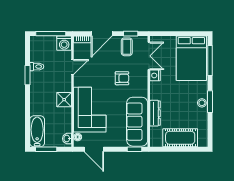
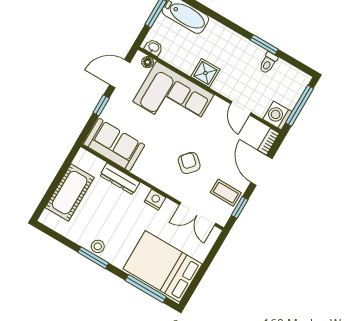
nightstand: (155, 75) -> (155, 200), moved
armchair: (122, 78) -> (189, 163), turned 132
sofa: (137, 122) -> (114, 145), width x0.73
window: (134, 149) -> (101, 105), moved

